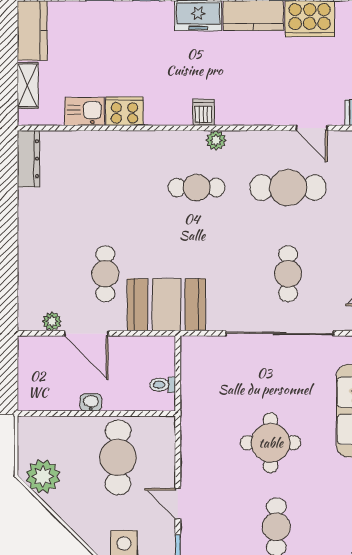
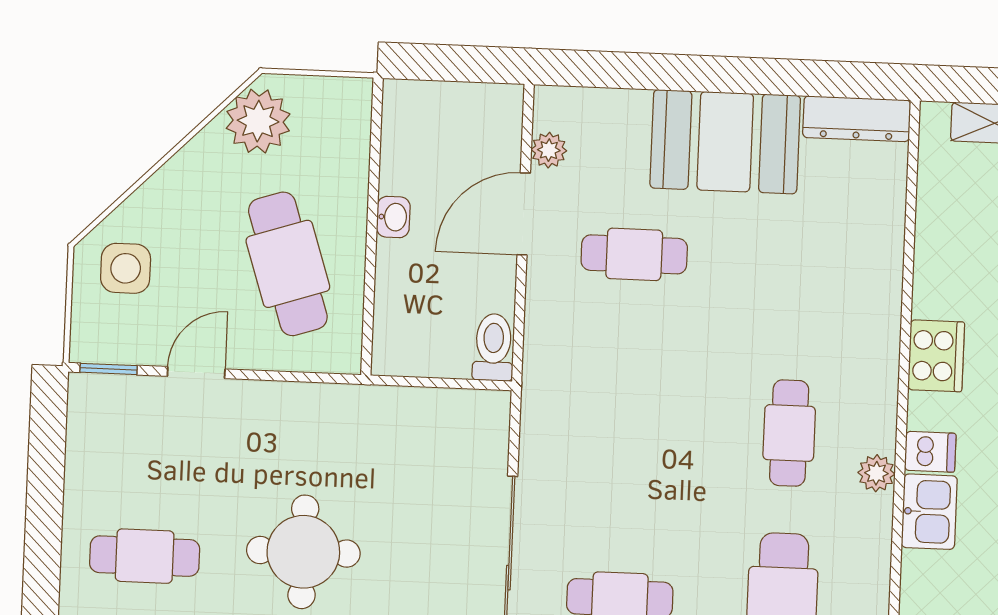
kitchen sink: (84, 111) -> (929, 512), moved
cooker: (124, 111) -> (936, 356), moved
booth: (166, 305) -> (725, 142), moved, turned 90
toilet: (163, 385) -> (493, 347), moved, width x1.37, depth x1.39
cafe table: (118, 457) -> (288, 264), turned 72

